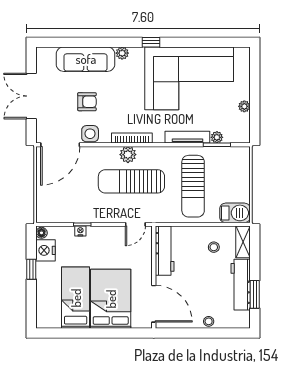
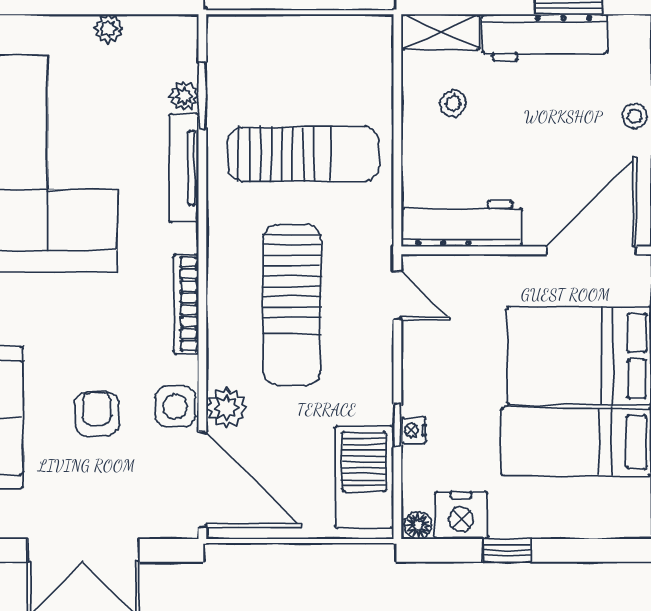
plant: (128, 155) -> (226, 408), moved
barbecue: (235, 213) -> (364, 477), moved, width x1.37, depth x1.21

